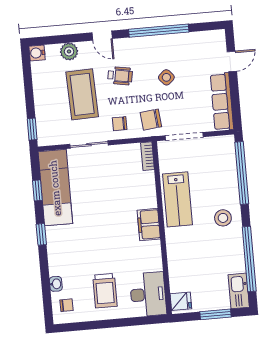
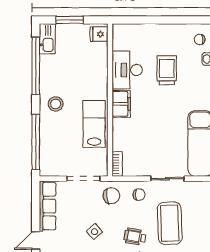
trolley: (105, 291) -> (167, 70), moved
desk: (148, 294) -> (127, 70), moved

